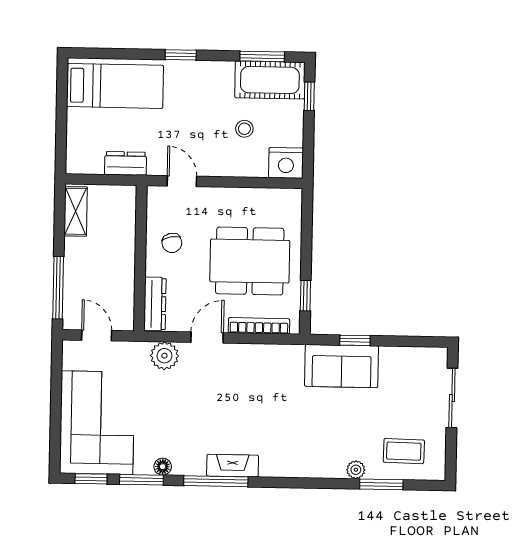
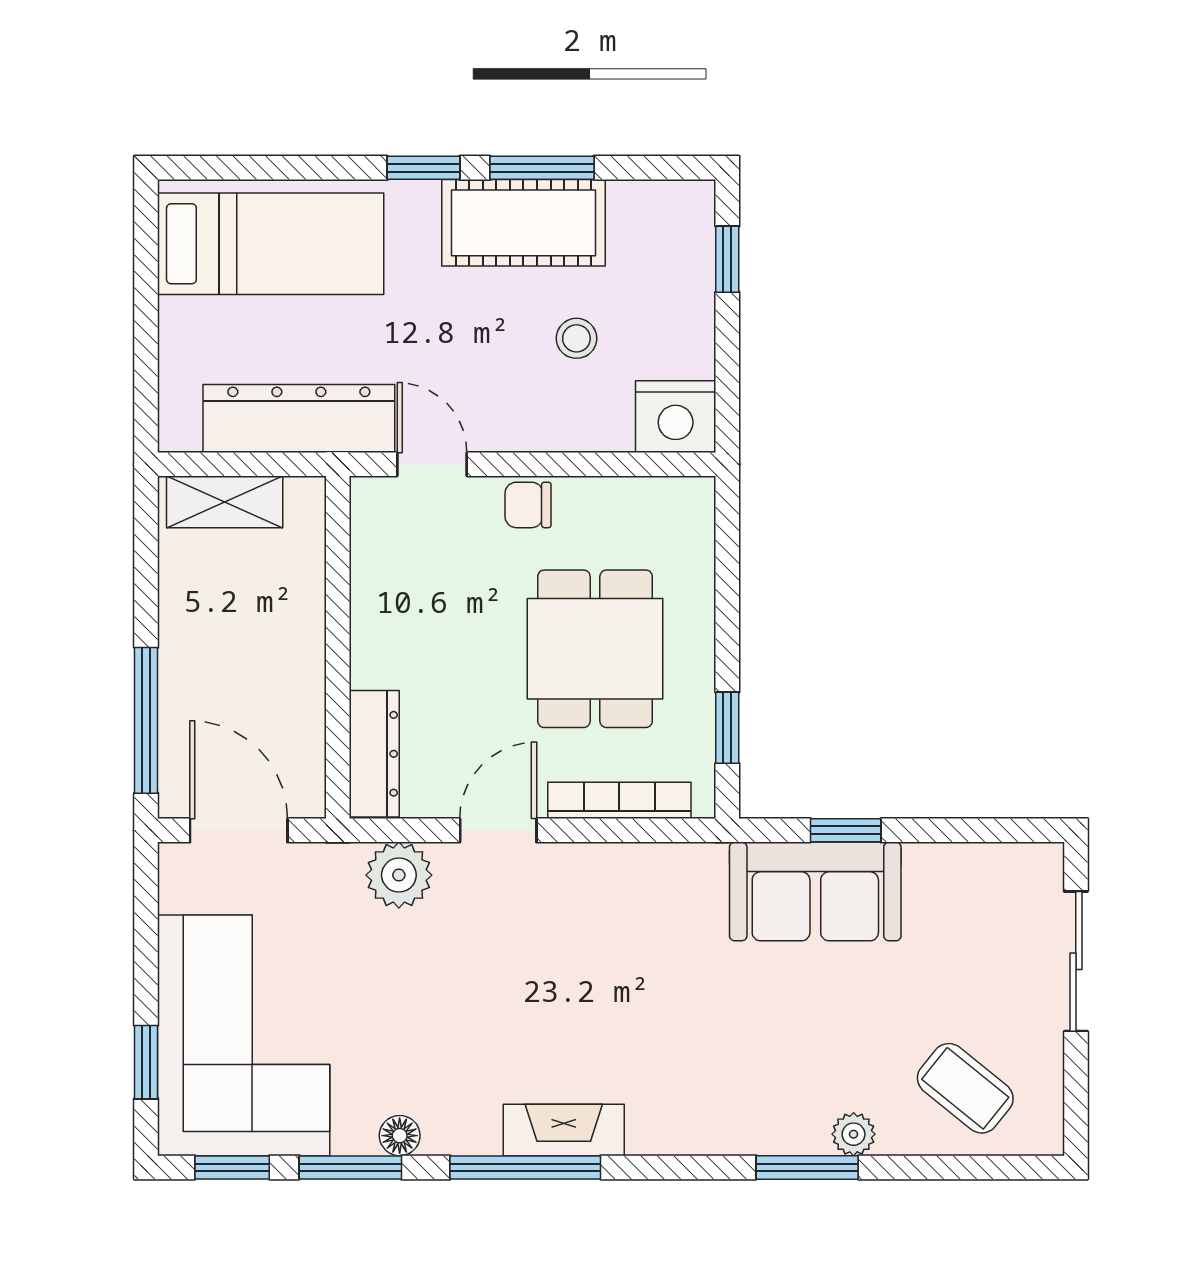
window: (262, 56) -> (542, 168), moved
cot: (270, 80) -> (523, 223), moved
dresser: (126, 163) -> (299, 418), width x1.96, depth x1.24
shelving: (76, 211) -> (225, 502), moved, turned 90
chair: (172, 243) -> (528, 505), moved, turned 101
dining table: (250, 261) -> (595, 649), width x0.73
door: (97, 335) -> (239, 830), width x1.38
window: (55, 433) -> (146, 1062), added
coffee table: (404, 451) -> (965, 1088), turned 38
window: (381, 484) -> (807, 1167), moved

